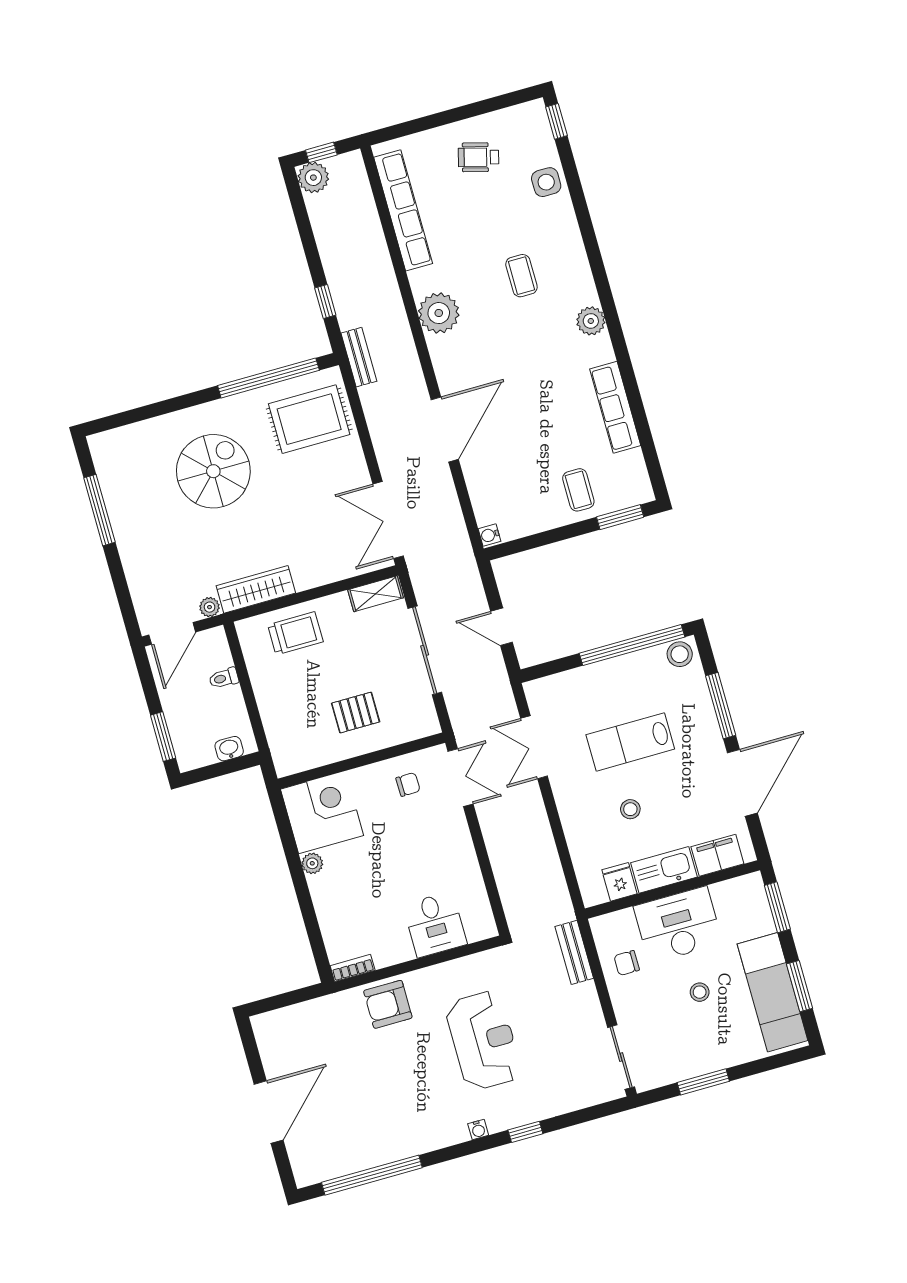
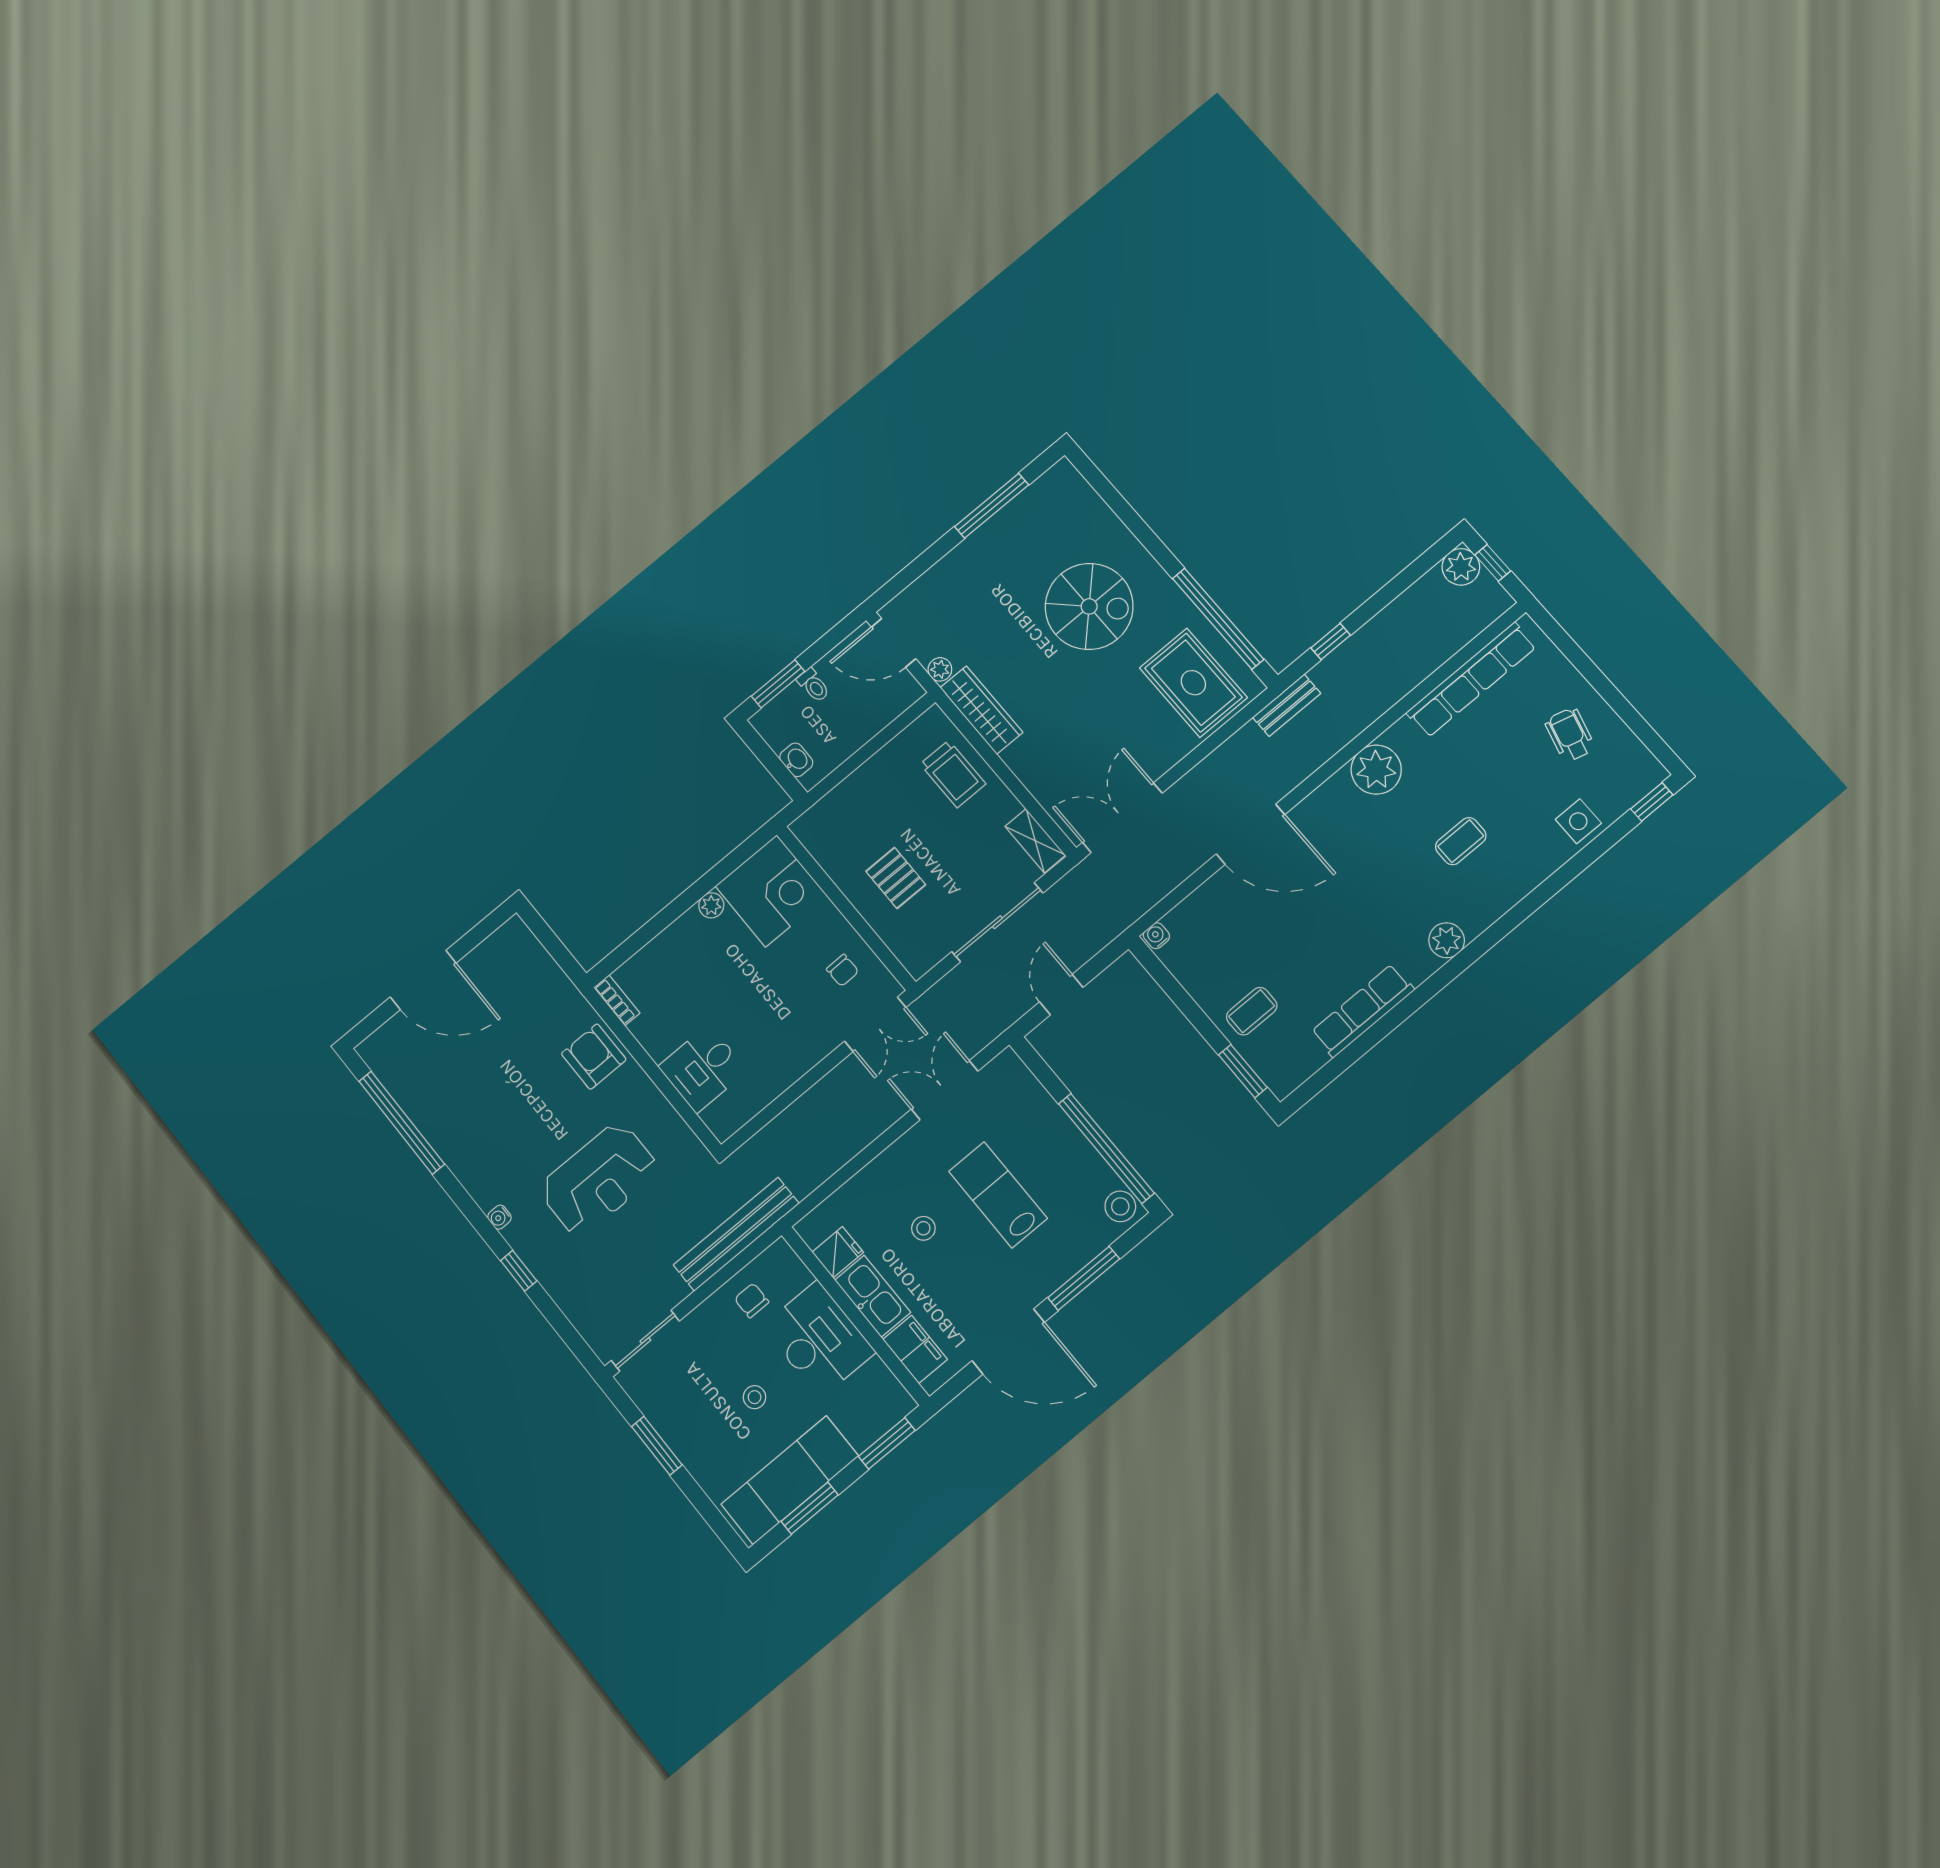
toilet: (224, 678) -> (813, 685), moved, turned 180
bench: (574, 952) -> (736, 1234), width x1.86, depth x1.21

